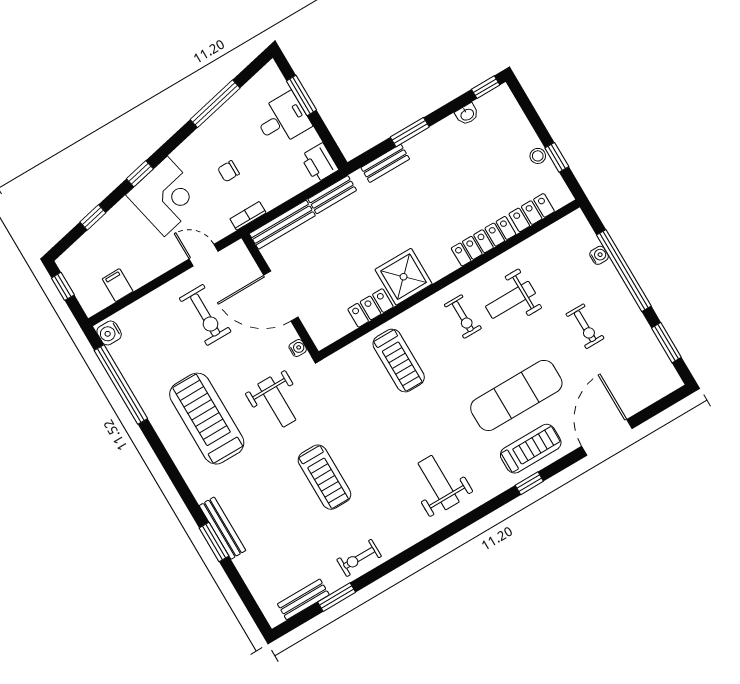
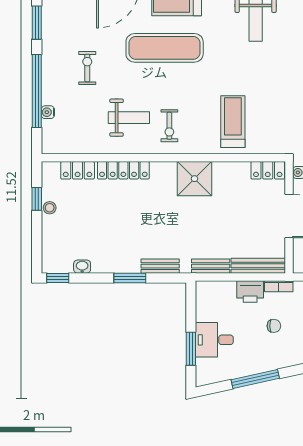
printer: (319, 163) -> (250, 292), moved, turned 90
locker: (371, 308) -> (268, 170), moved
exercise bike: (463, 317) -> (169, 126), turned 180

